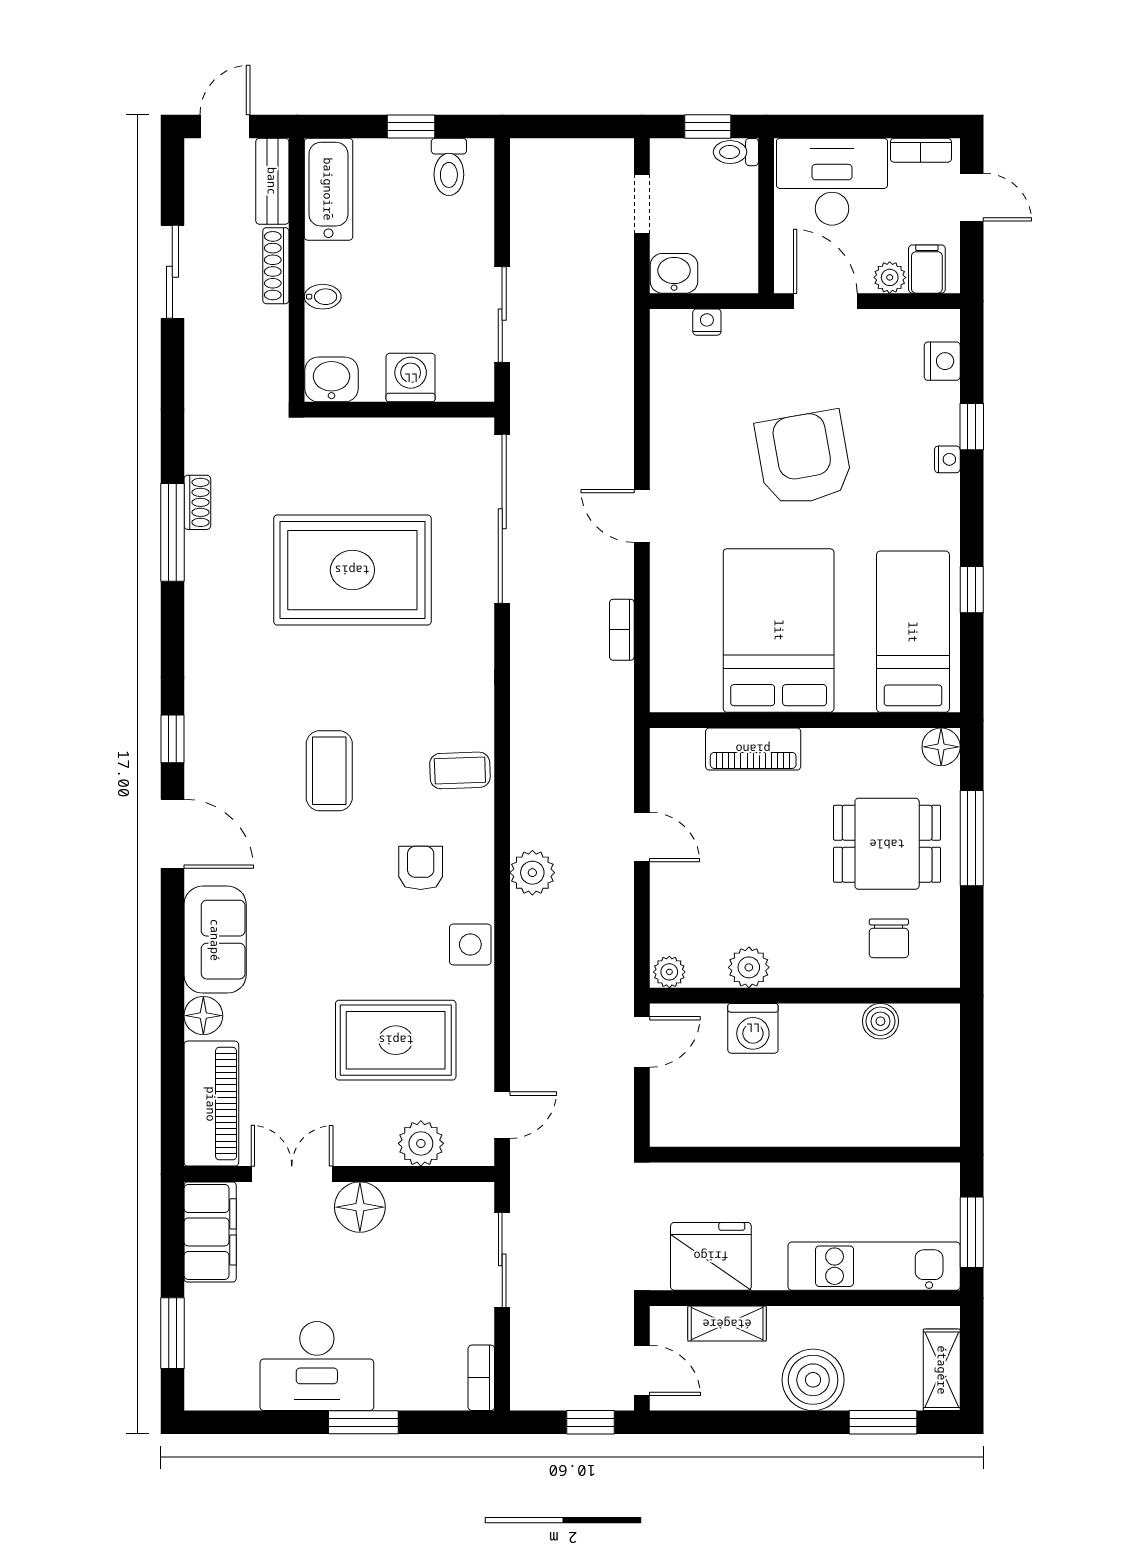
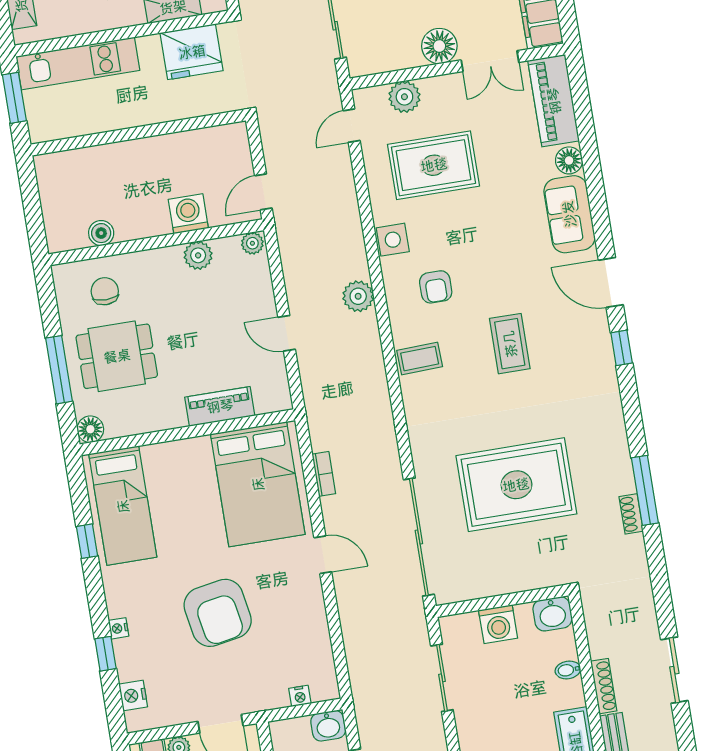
bed: (779, 630) -> (258, 484), moved

